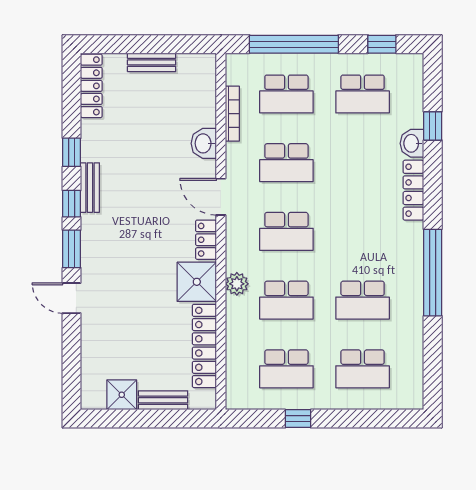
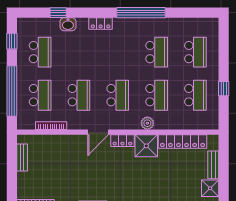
bench: (152, 62) -> (22, 158), moved
washbasin: (204, 143) -> (68, 142), removed
locker: (413, 190) -> (101, 23), width x0.66

